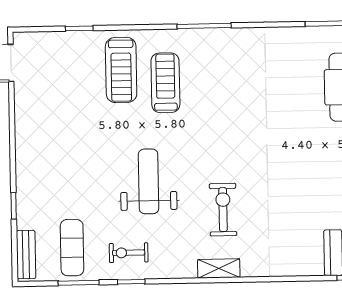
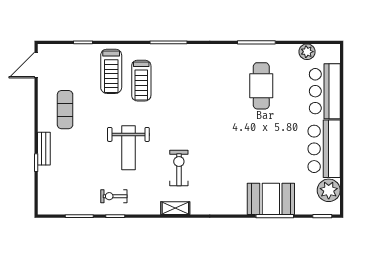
treadmill: (165, 83) -> (141, 81), turned 180
weight bench: (149, 181) -> (128, 148), turned 180
exercise mat: (72, 248) -> (65, 110), moved
bench: (26, 255) -> (44, 149), moved

